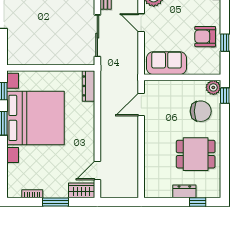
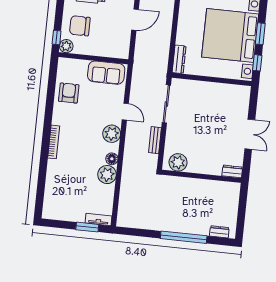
armchair: (205, 37) -> (69, 93), turned -90
window: (225, 43) -> (51, 86), removed
door: (141, 105) -> (135, 20), moved

